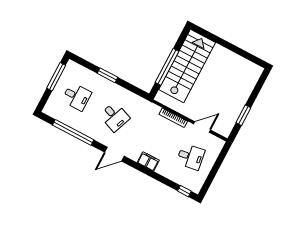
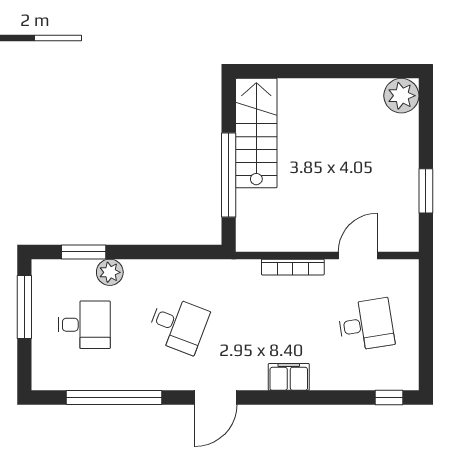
stairs: (187, 66) -> (256, 133), width x0.73, depth x0.66
plant: (254, 72) -> (401, 96), added
window: (108, 75) -> (84, 252), moved
plant: (98, 81) -> (110, 272), added

